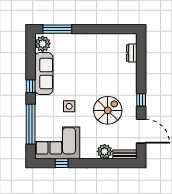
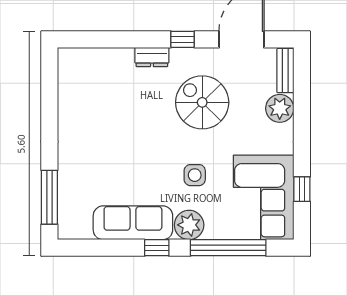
plant: (43, 44) -> (189, 225), moved
dresser: (132, 53) -> (152, 57), moved

